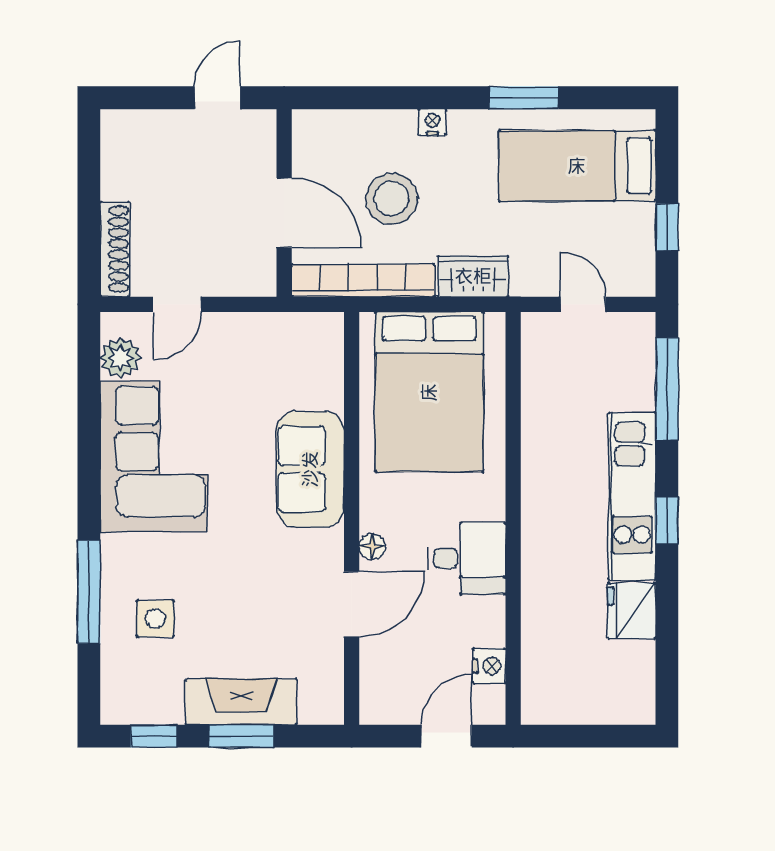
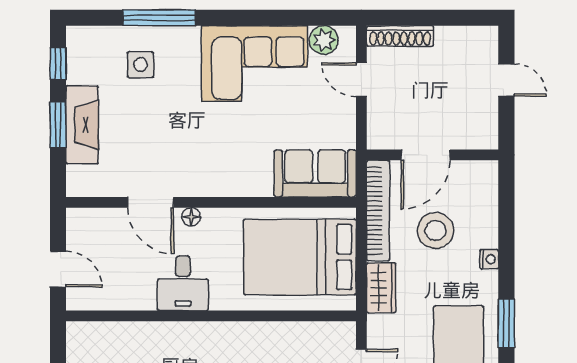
door: (218, 98) -> (506, 80), moved
sofa: (310, 469) -> (315, 173), moved
nightstand: (489, 666) -> (107, 299), removed

